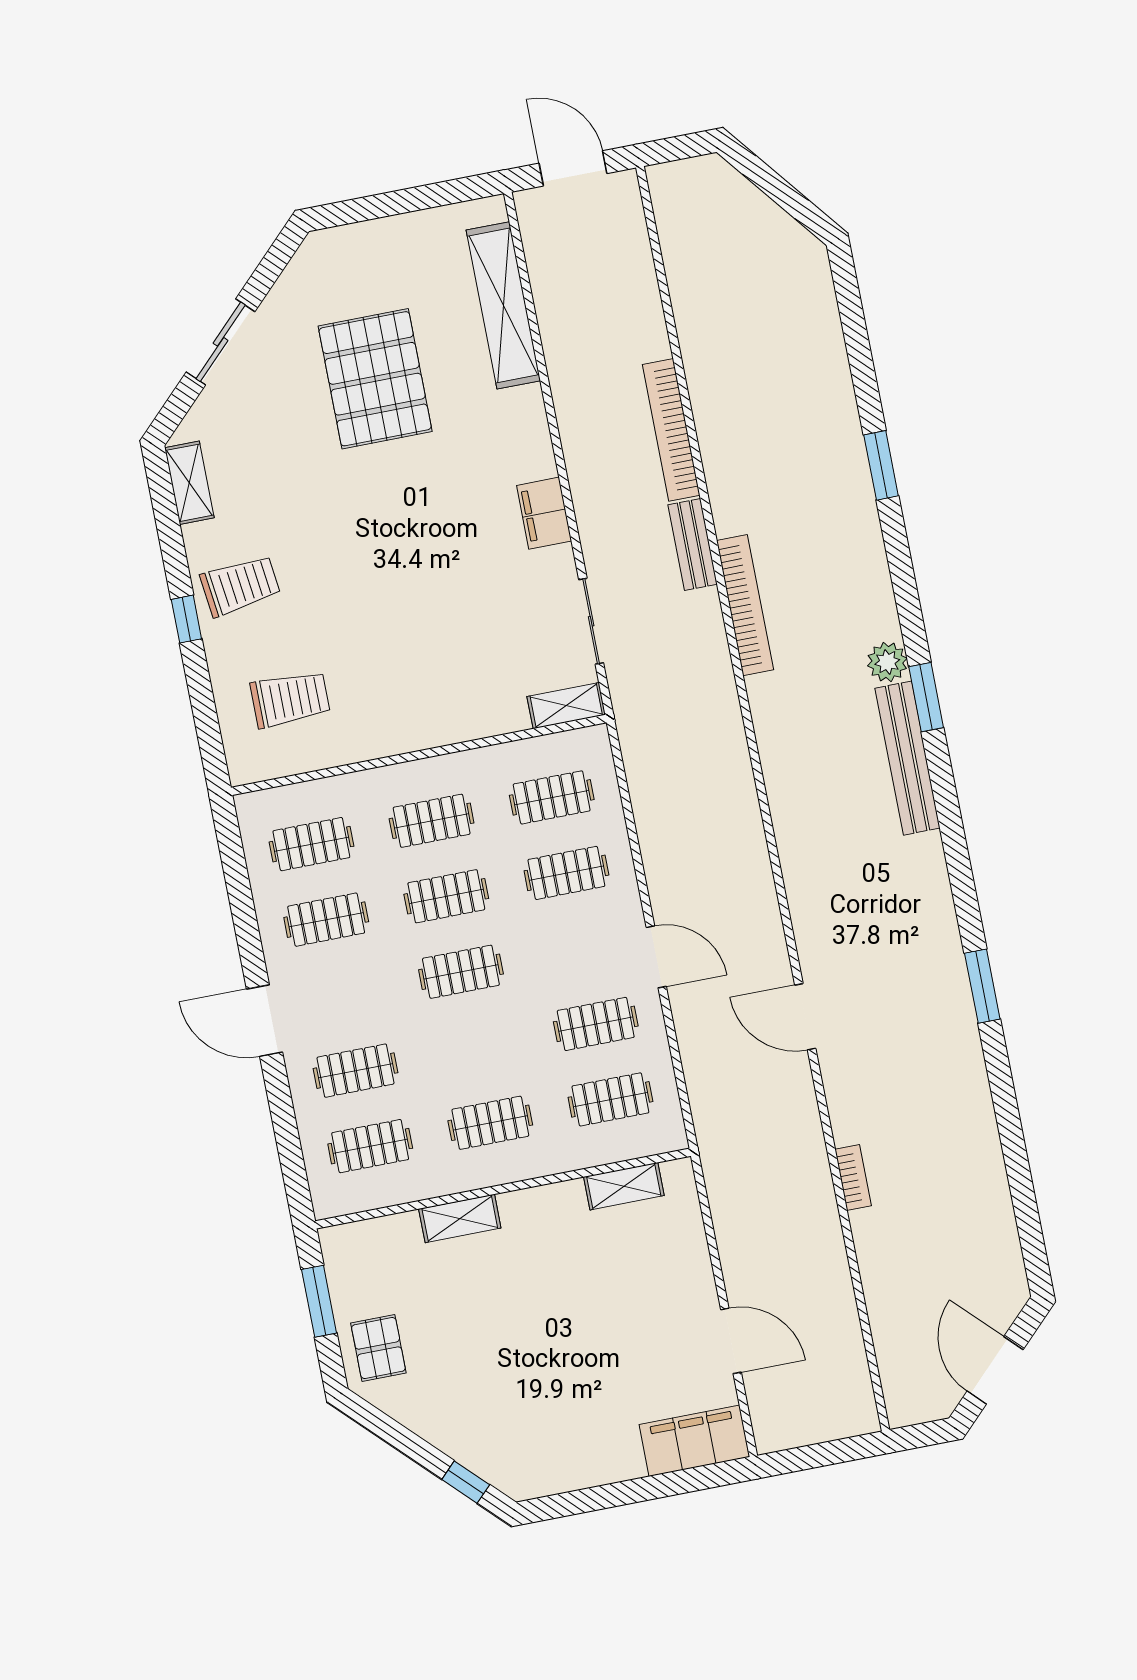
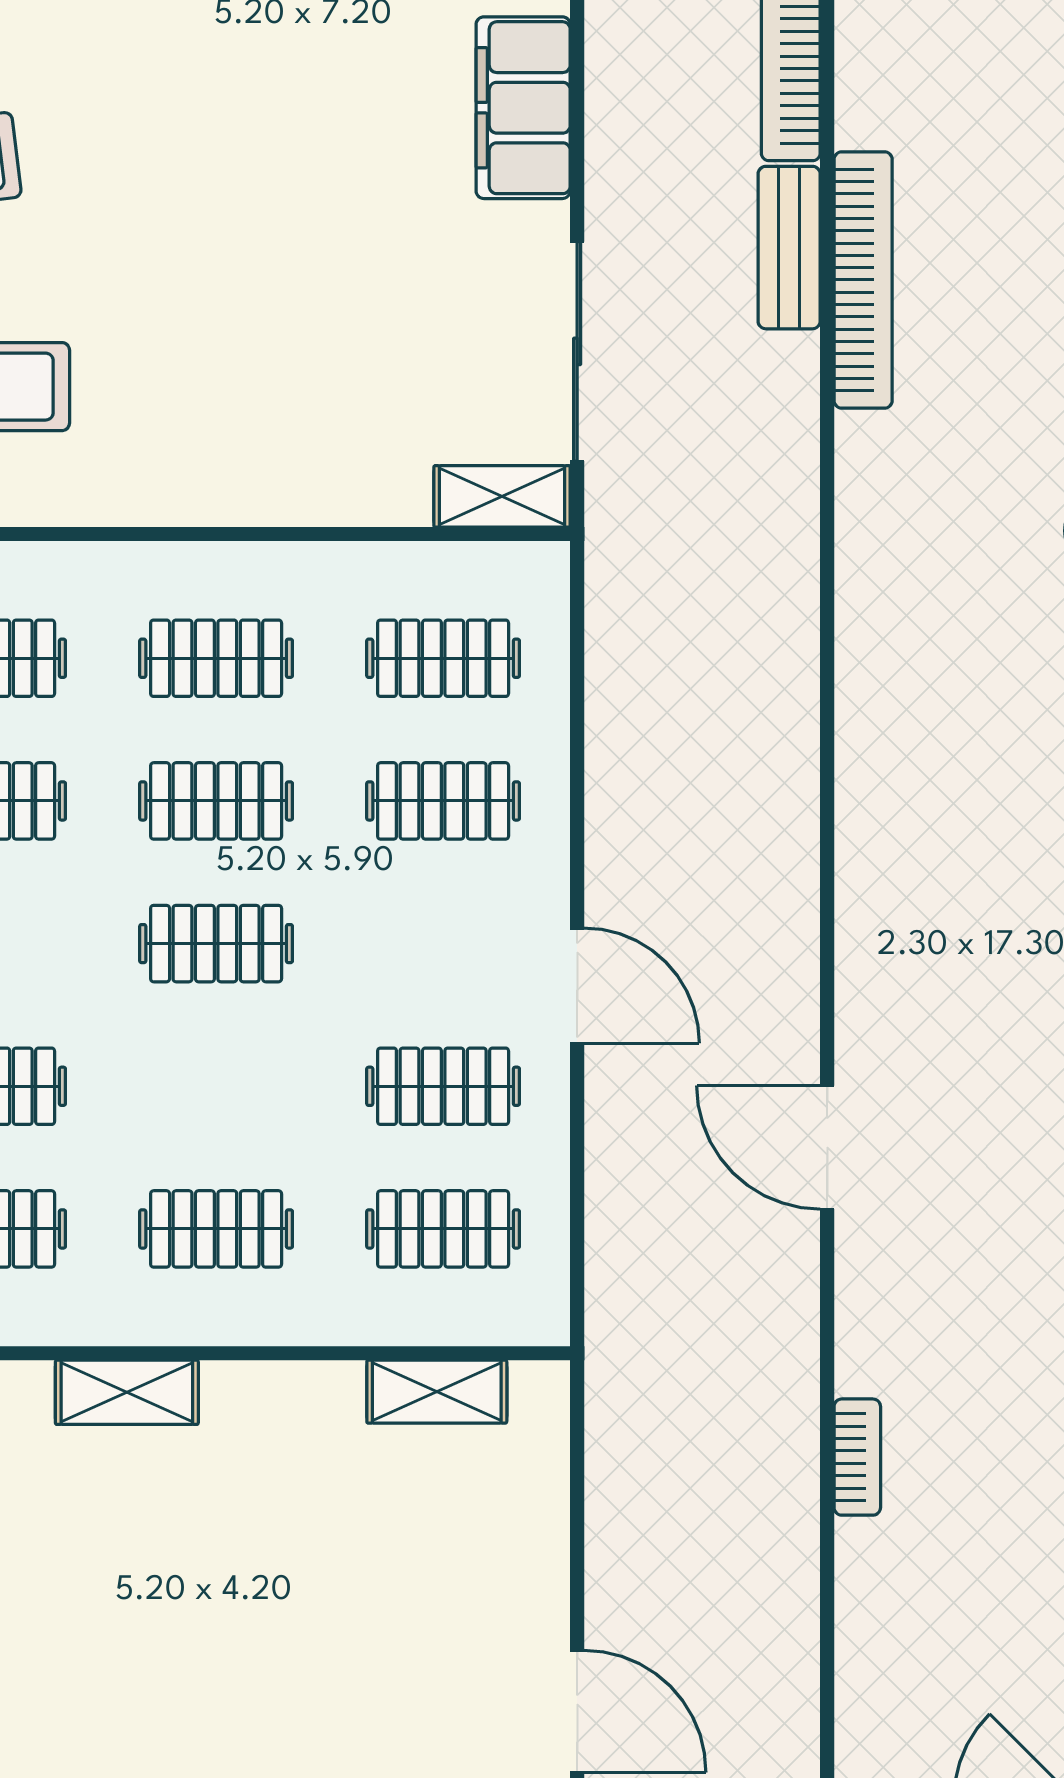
filing cabinet: (544, 513) -> (523, 108), width x1.50, depth x1.17
bookcase: (745, 605) -> (863, 280), moved
sliding door: (591, 621) -> (577, 351), width x1.37

